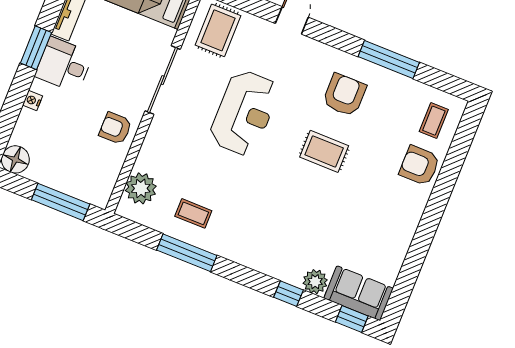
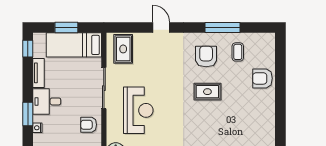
window: (36, 48) -> (28, 114), moved
reception desk: (244, 113) -> (138, 110), moved
coffee table: (434, 121) -> (238, 52), moved

